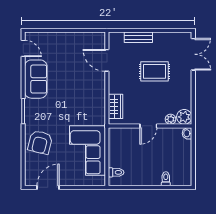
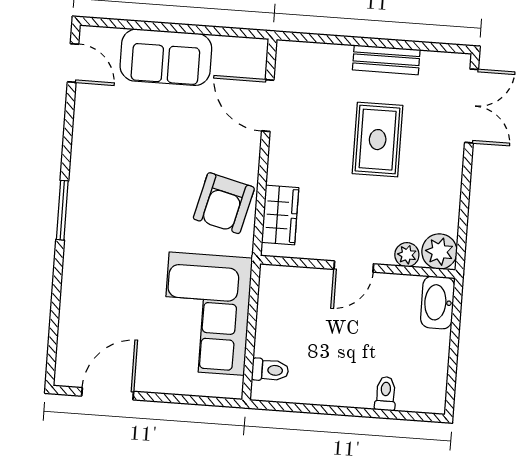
bench: (138, 37) -> (386, 60), moved
rug: (155, 71) -> (378, 140), turned 90
sofa: (36, 79) -> (166, 57), moved, turned 90
washbasin: (187, 133) -> (438, 302), width x1.91, depth x1.45
armchair: (40, 142) -> (224, 203), moved

